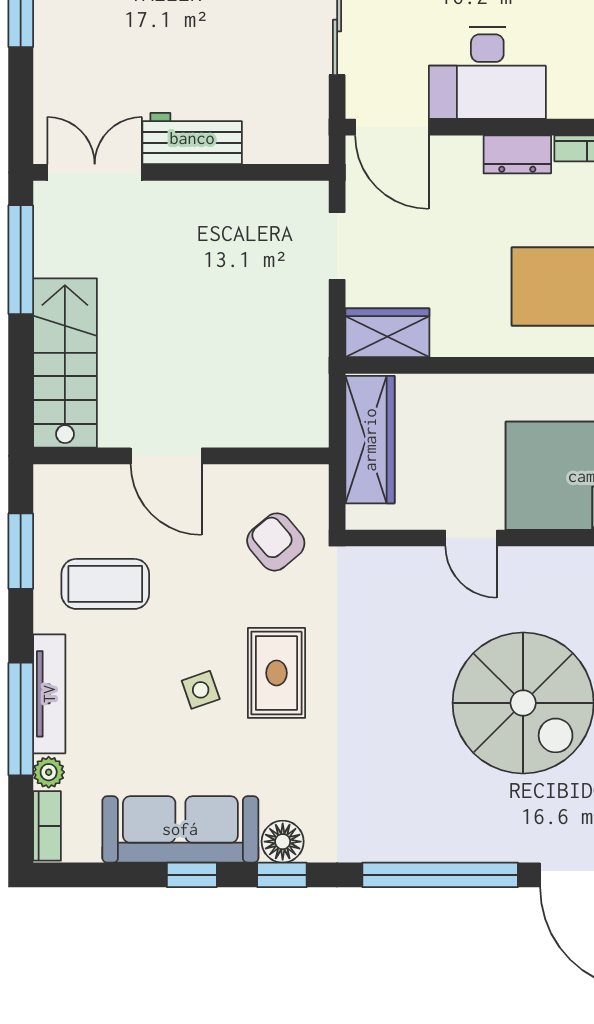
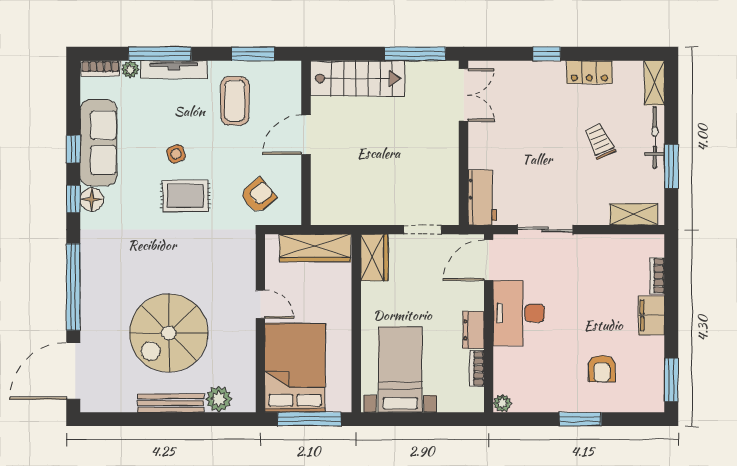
workbench: (192, 138) -> (482, 197), moved
door: (471, 538) -> (260, 304), swing flipped

